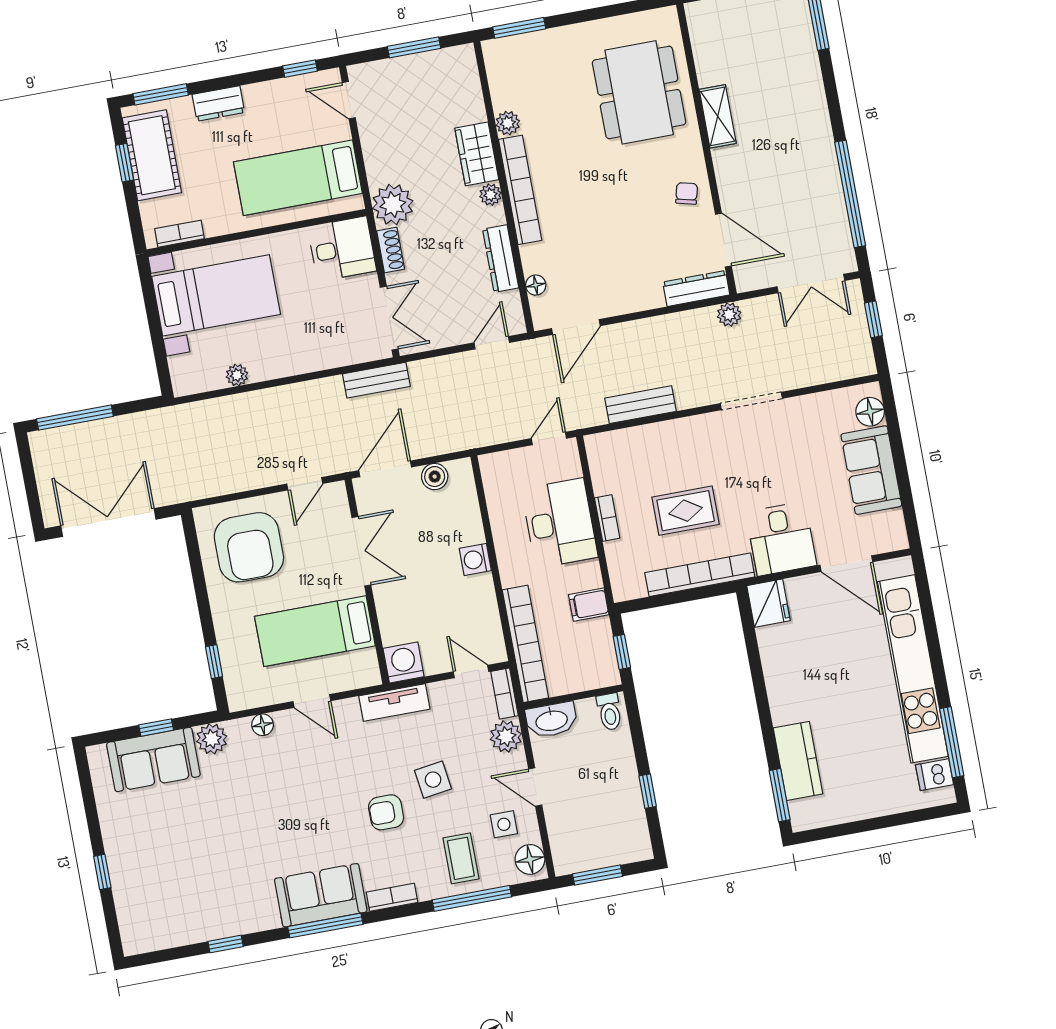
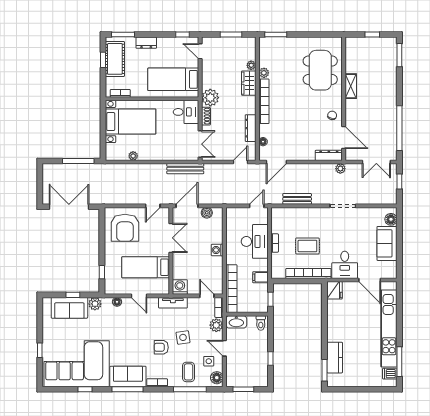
plant: (490, 195) -> (251, 65), moved
bench: (376, 380) -> (185, 169), width x1.36
window: (75, 418) -> (78, 161), moved
corner sofa: (195, 888) -> (77, 364), added

